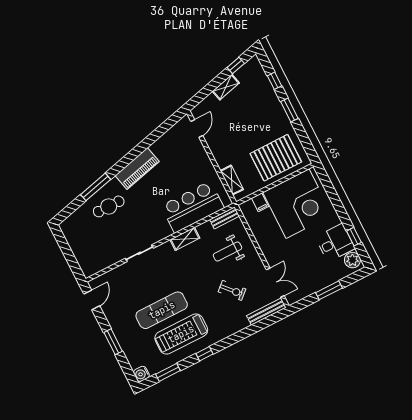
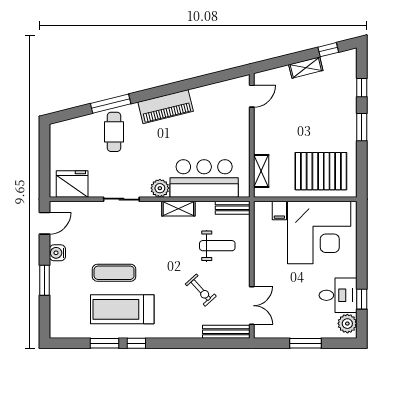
cafe table: (109, 206) -> (114, 132), turned 90
plant: (164, 231) -> (160, 188), added
weight bench: (227, 251) -> (217, 246), turned 180
fridge: (97, 260) -> (72, 184), added
exercise mat: (162, 310) -> (114, 273), width x0.73, depth x0.69
window: (168, 372) -> (104, 343), moved
water cooler: (141, 374) -> (57, 253), moved

